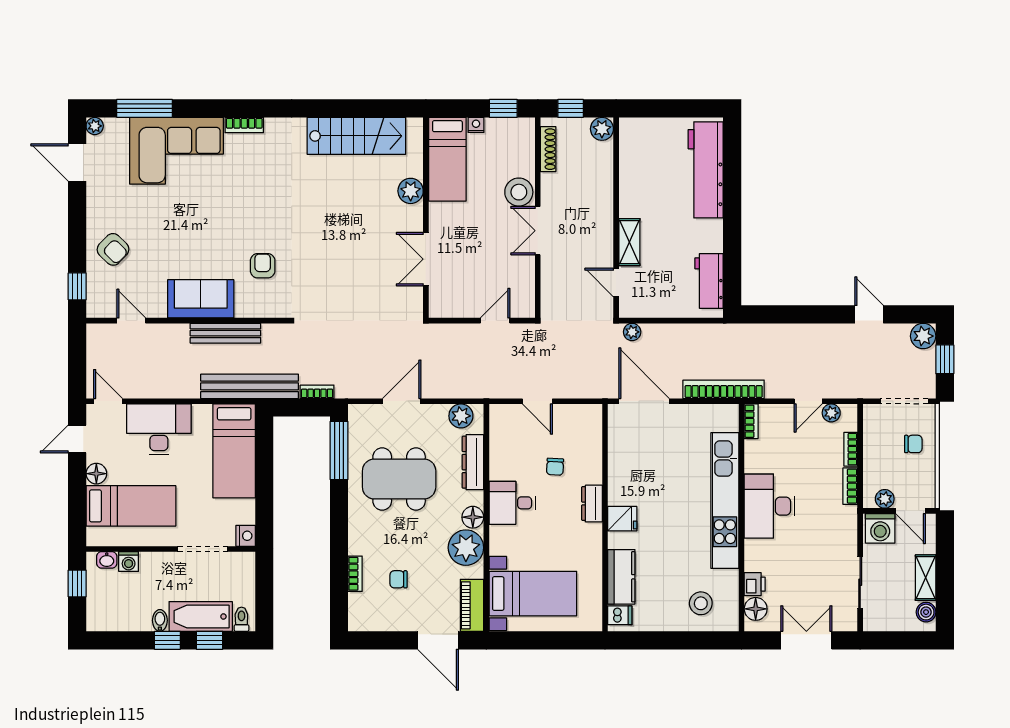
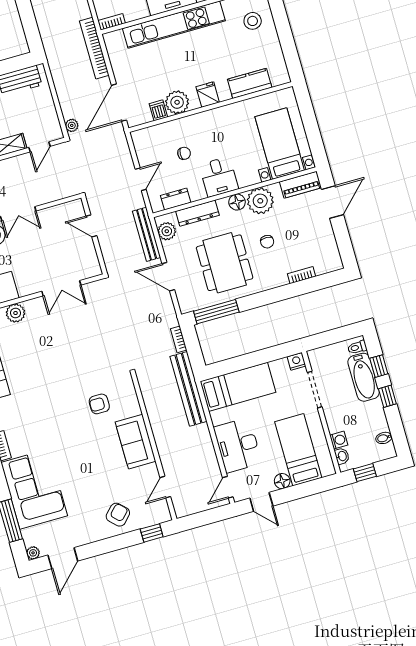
bench: (225, 333) -> (147, 234), moved
plant: (623, 476) -> (177, 102), added
dresser: (592, 504) -> (176, 199), moved, turned 180
chair: (399, 579) -> (267, 242), moved
dishwasher: (620, 615) -> (158, 110), moved
bidet: (160, 620) -> (384, 438), moved

